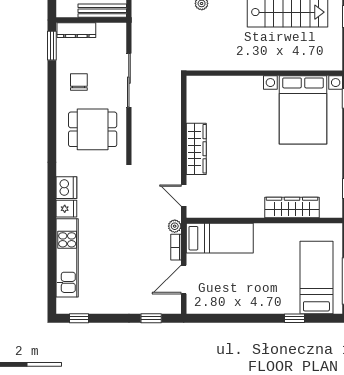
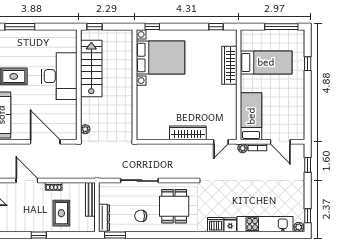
bed: (316, 278) -> (266, 62), moved, turned 180
plant: (63, 306) -> (299, 227), added

